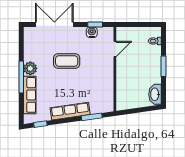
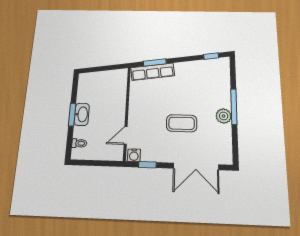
water cooler: (92, 32) -> (134, 155), moved
washbasin: (155, 94) -> (82, 114), moved
row of seats: (30, 95) -> (224, 87), removed
row of seats: (70, 111) -> (153, 72), moved

